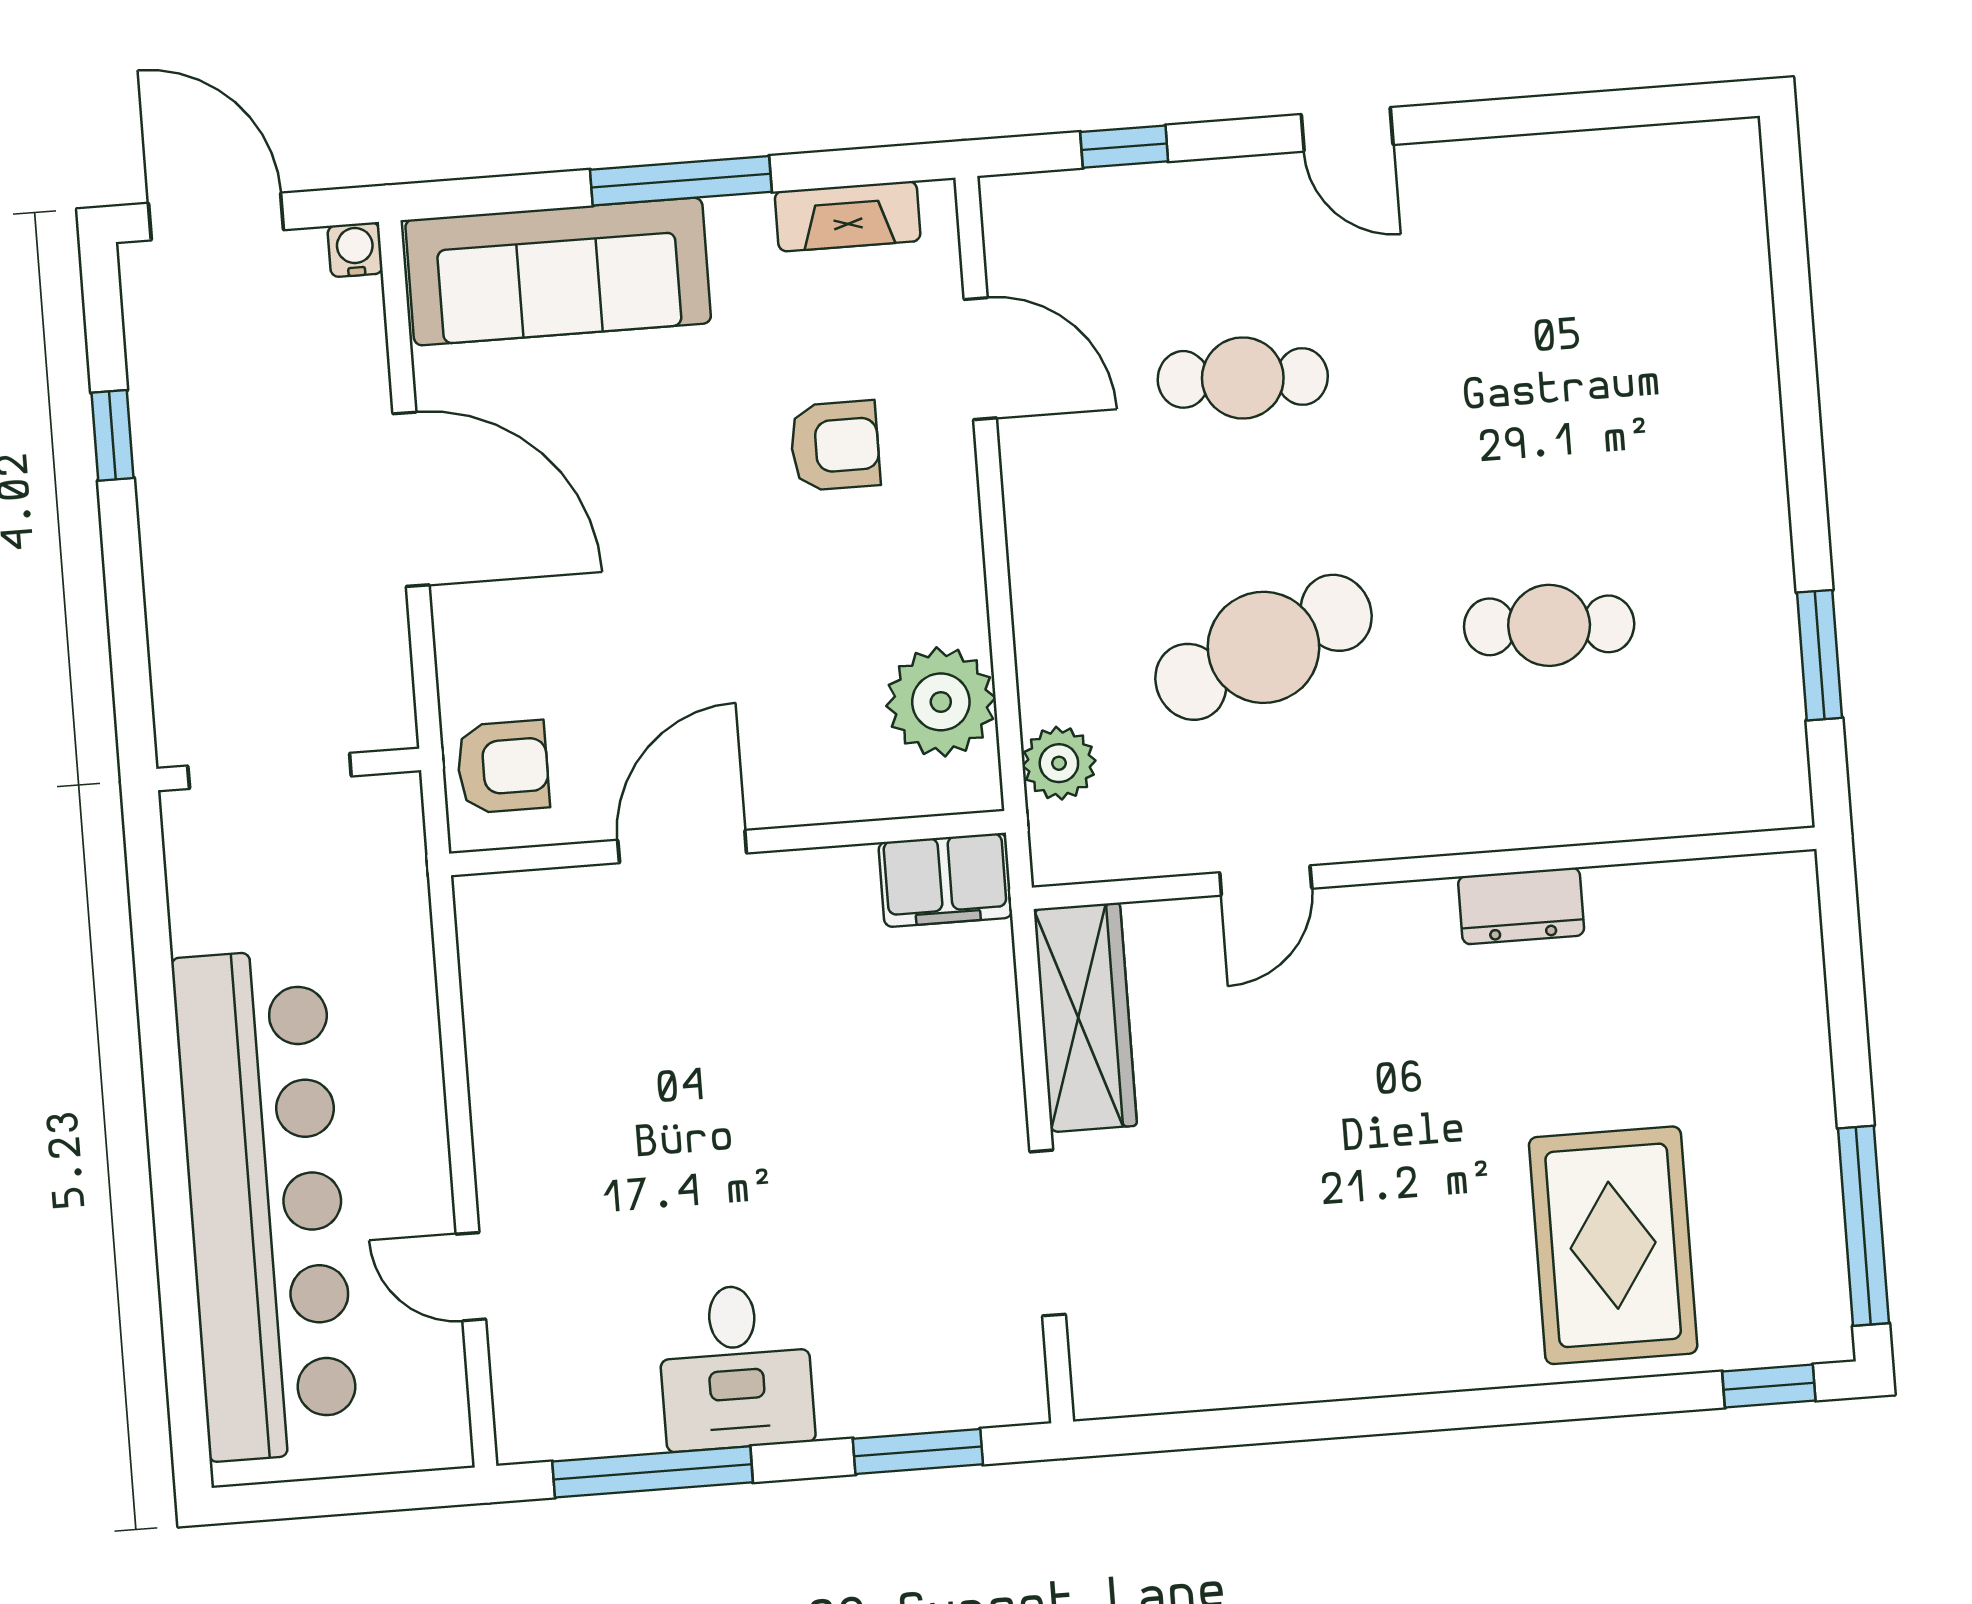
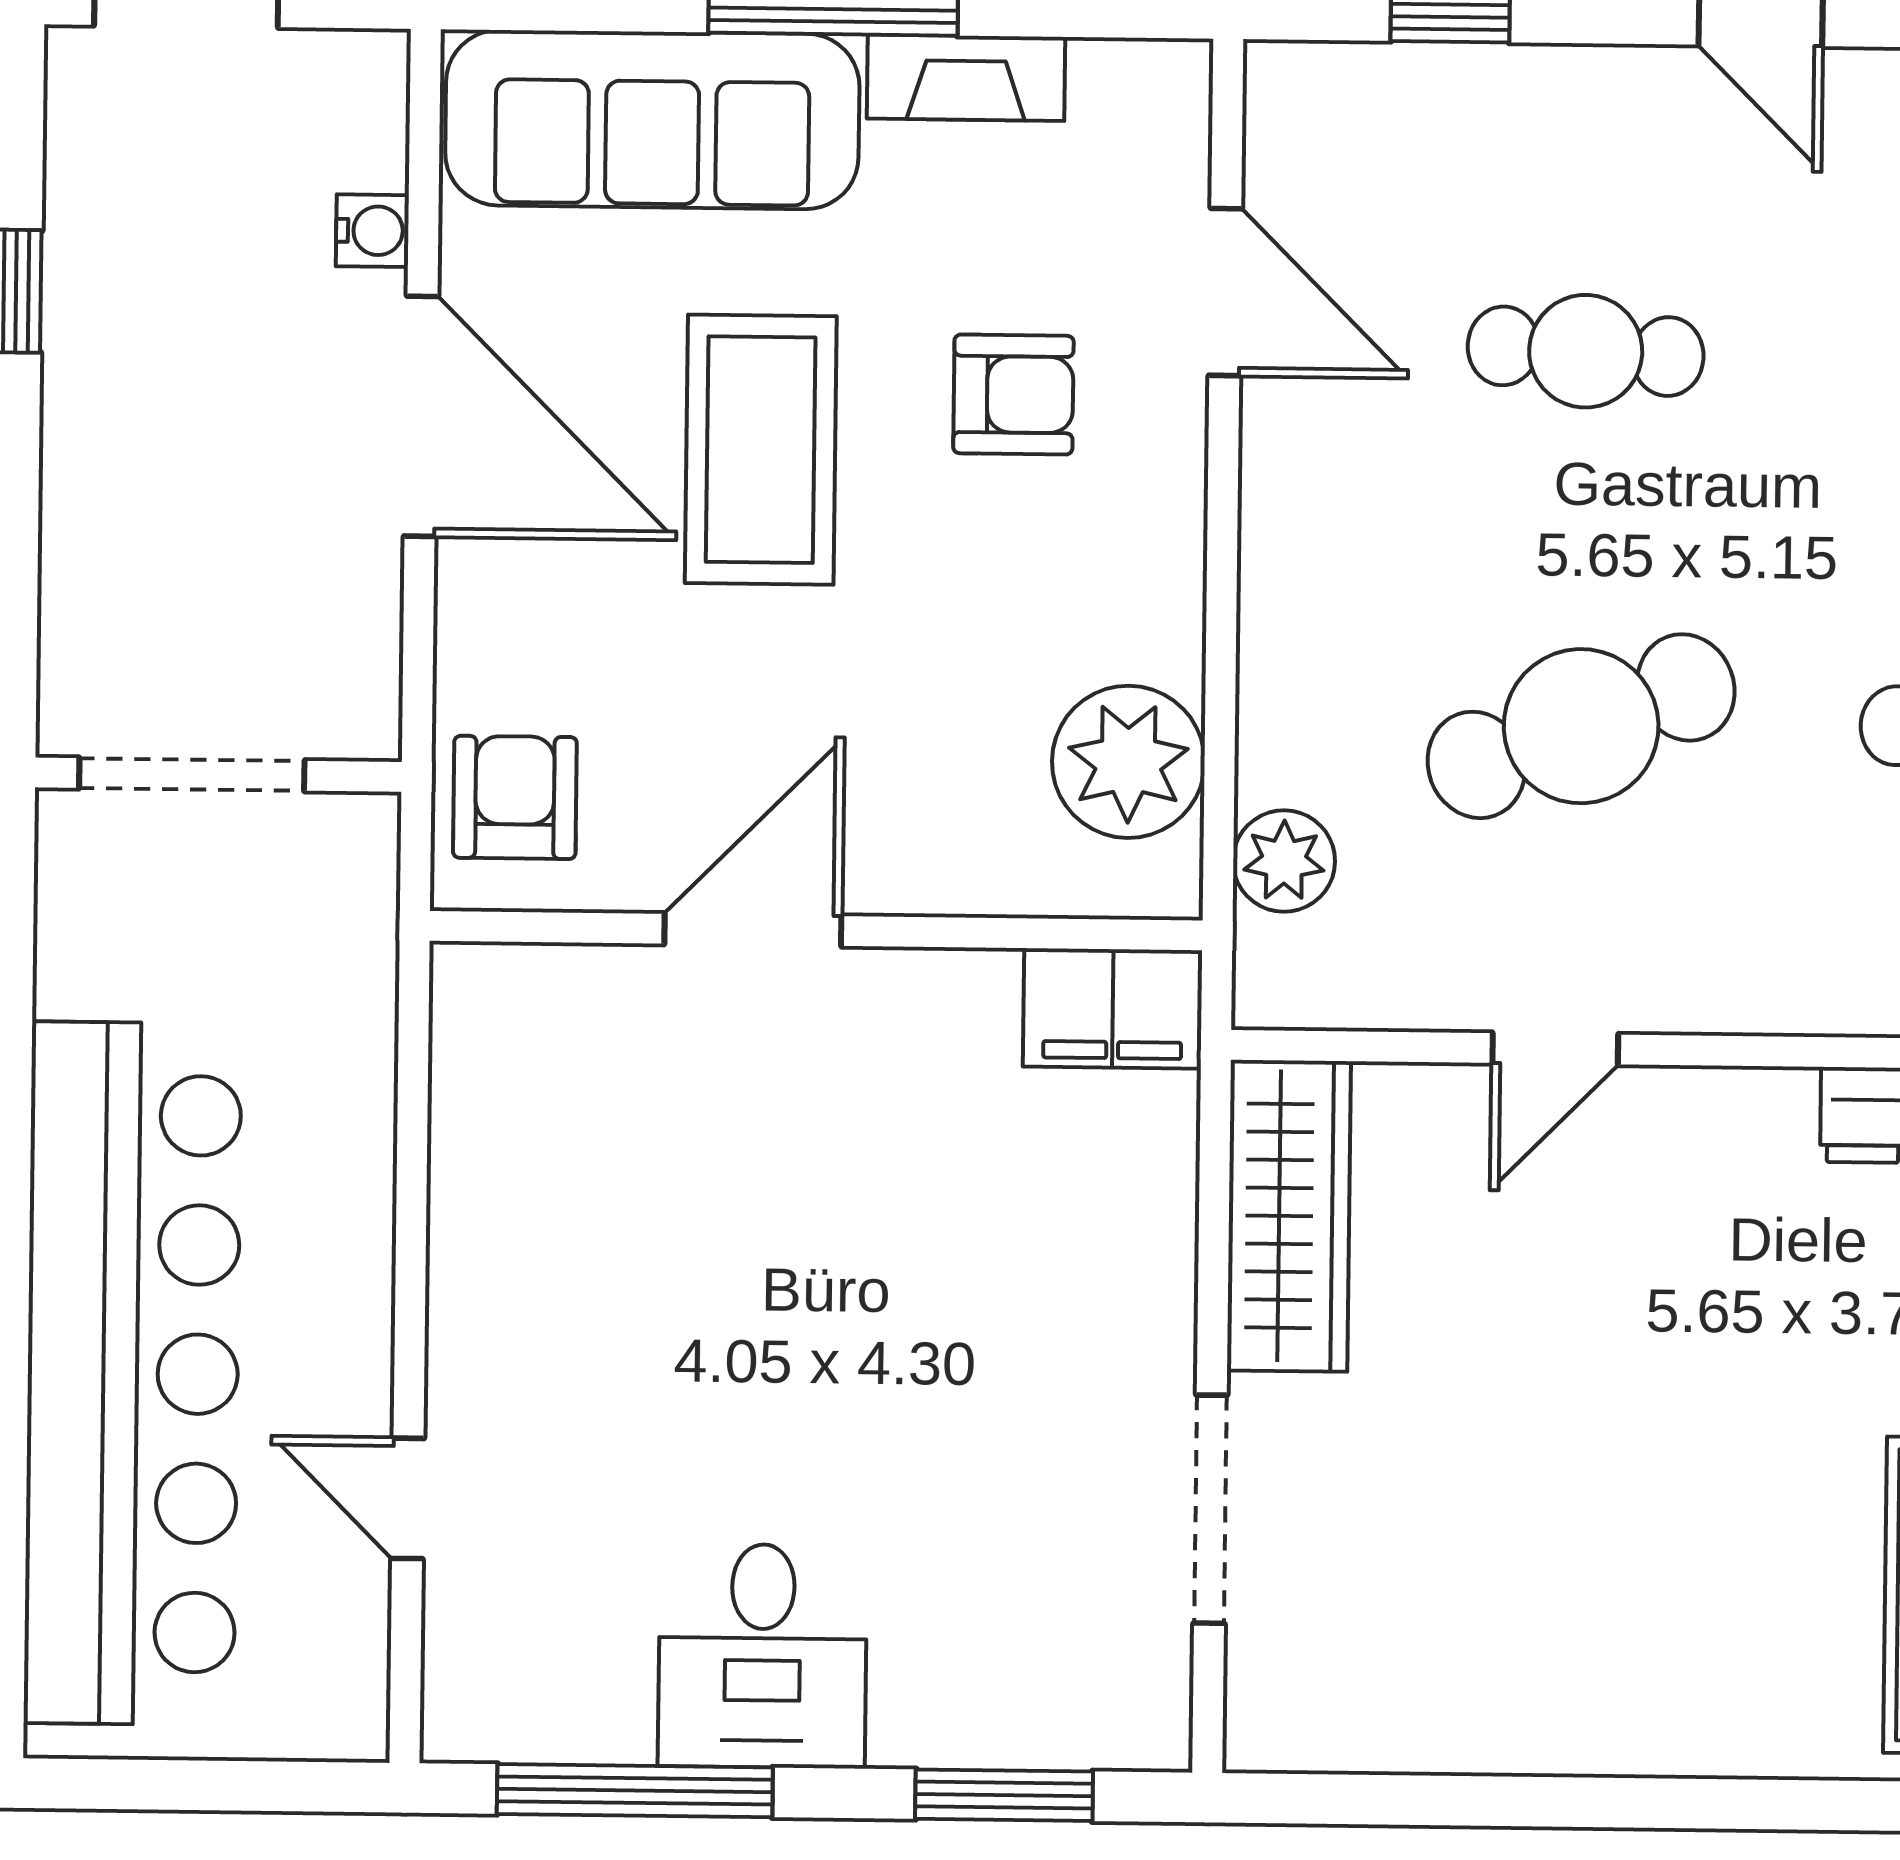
fireplace: (848, 216) -> (966, 78), moved
water cooler: (355, 250) -> (372, 231), moved, turned 90
coffee table: (657, 501) -> (761, 450), added
armchair: (503, 767) -> (515, 797), turned -90

